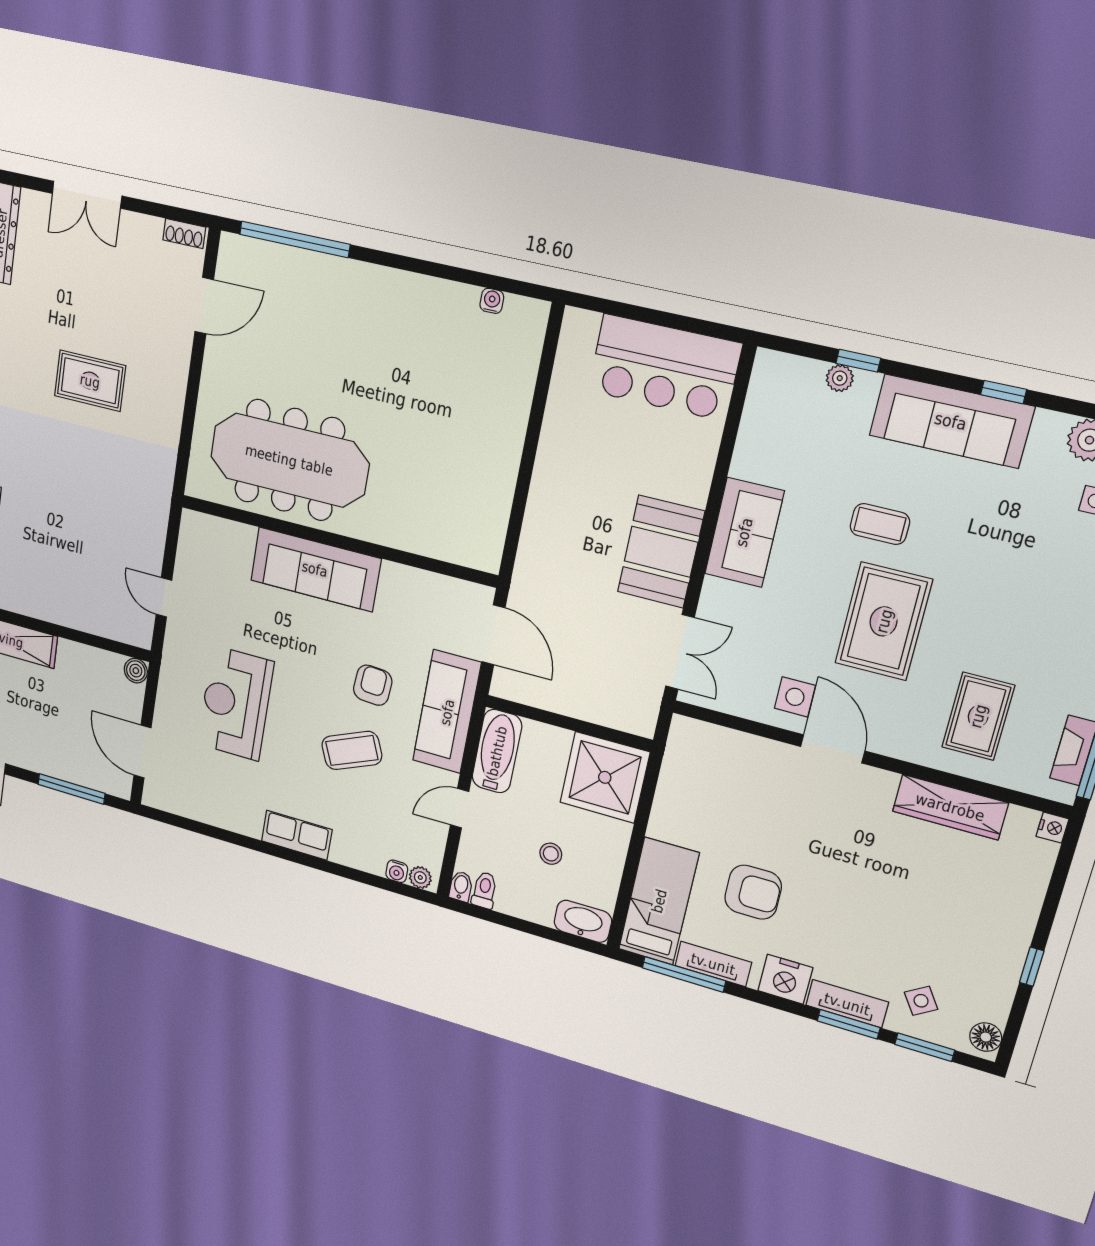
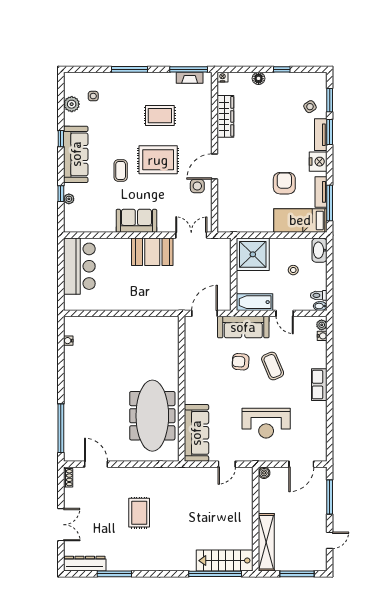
sofa: (315, 569) -> (196, 433), moved
rug: (978, 716) -> (160, 116), moved
floor lamp: (986, 1037) -> (259, 78), moved

